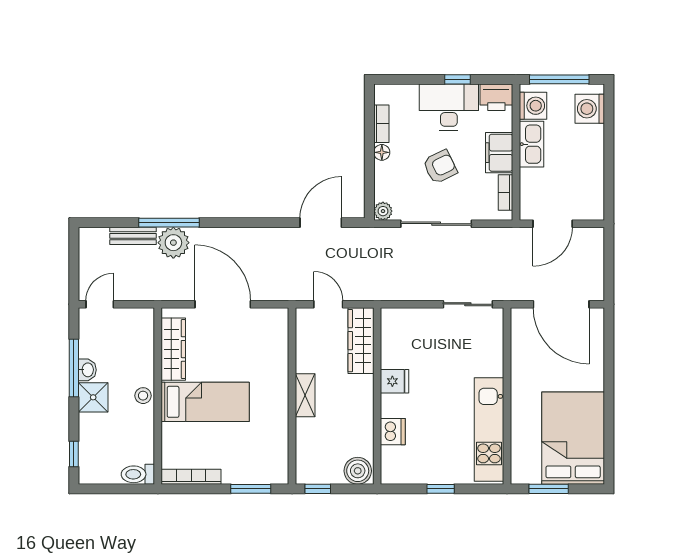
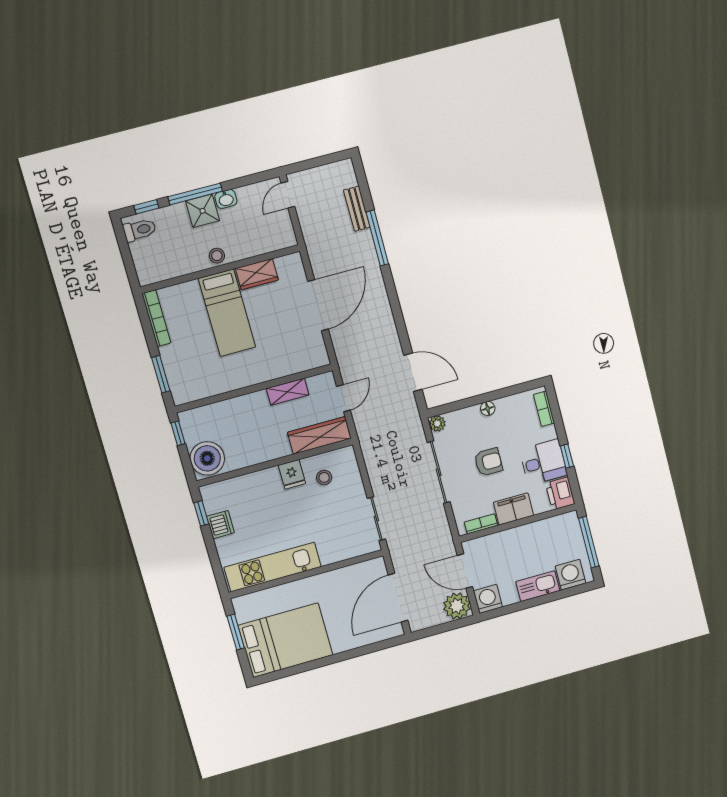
washing machine: (533, 106) -> (488, 599), moved, turned 180
desk: (449, 107) -> (543, 462), width x0.73
bookcase: (381, 124) -> (544, 409), moved, turned 90
kitchen sink: (531, 144) -> (538, 586), moved, turned 180
armchair: (440, 167) -> (488, 462), turned -64
plant: (173, 243) -> (457, 606), moved
door: (100, 304) -> (288, 195), swing flipped
stool: (408, 348) -> (324, 477), added
wardrobe: (173, 349) -> (257, 274), width x0.67
window: (74, 368) -> (195, 194), moved
shelving: (305, 395) -> (288, 392), moved
dishwasher: (393, 432) -> (220, 525), moved, turned -90
boiler: (358, 471) -> (207, 458), width x1.37, depth x1.37
toilet: (138, 474) -> (140, 230), moved, turned 90
window: (441, 489) -> (201, 513), moved

